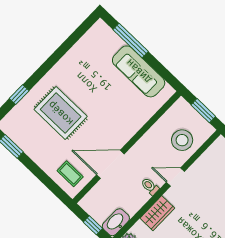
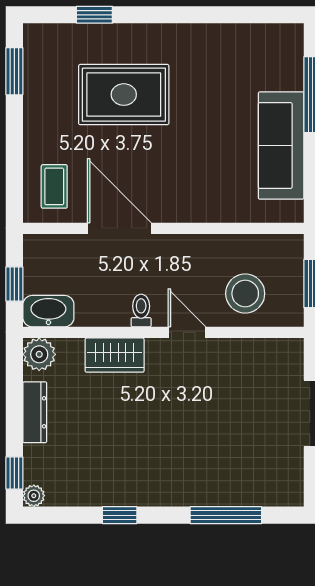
rug: (61, 113) -> (124, 95), turned 90

